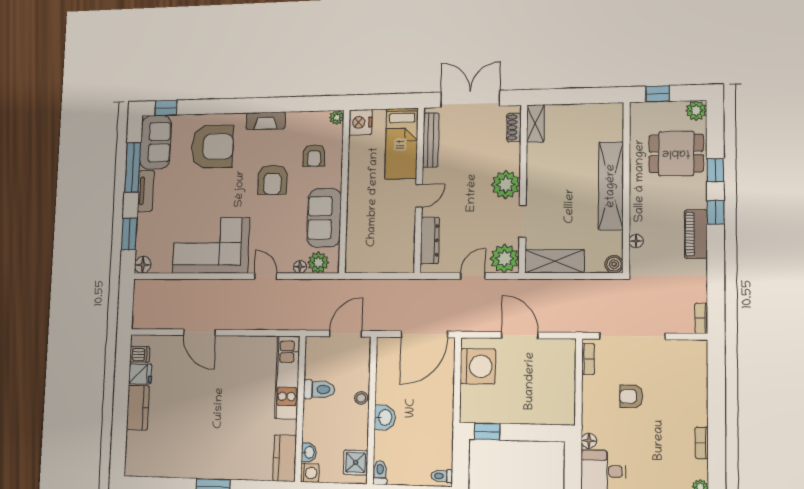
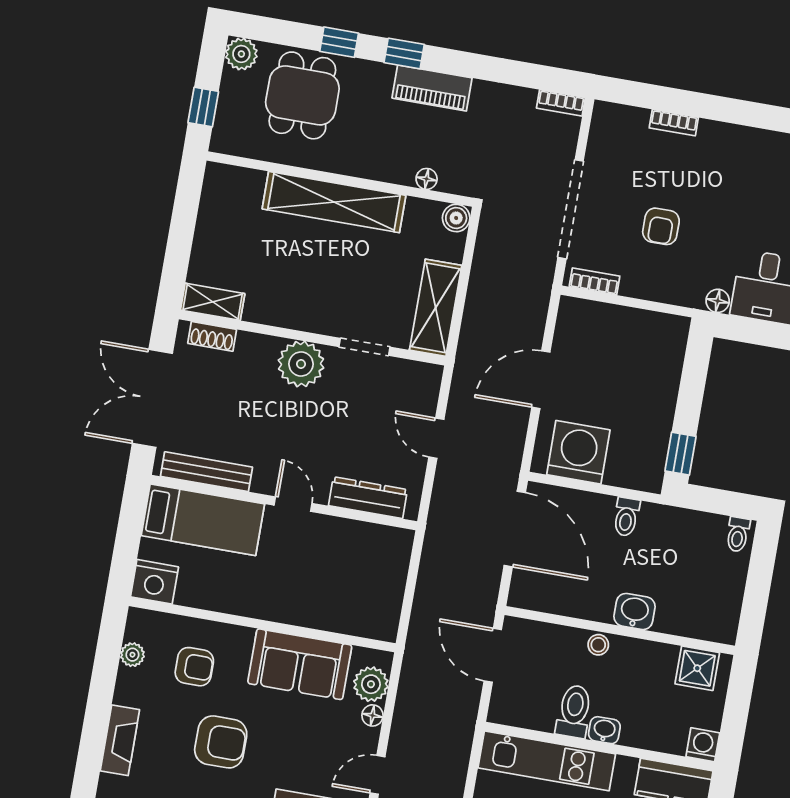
plant: (337, 117) -> (132, 655), moved
plant: (504, 258) -> (418, 384), removed
bookcase: (702, 443) -> (674, 123), moved
washbasin: (309, 452) -> (604, 730), moved
toilet: (380, 473) -> (626, 517), moved, turned -90

